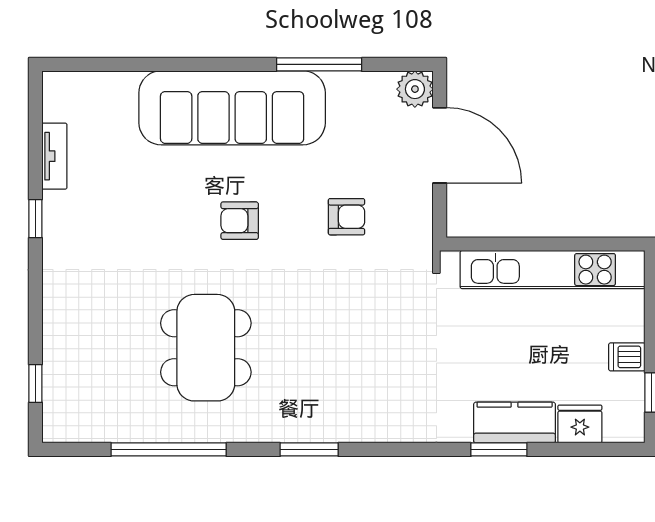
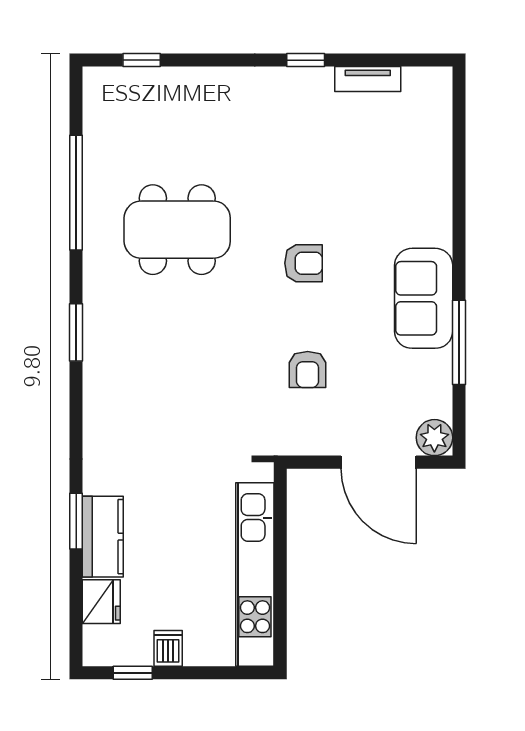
sofa: (232, 108) -> (424, 298), width x0.54, depth x0.79
door: (440, 145) -> (378, 462), hinge flipped
armchair: (240, 221) -> (304, 263), turned 90

